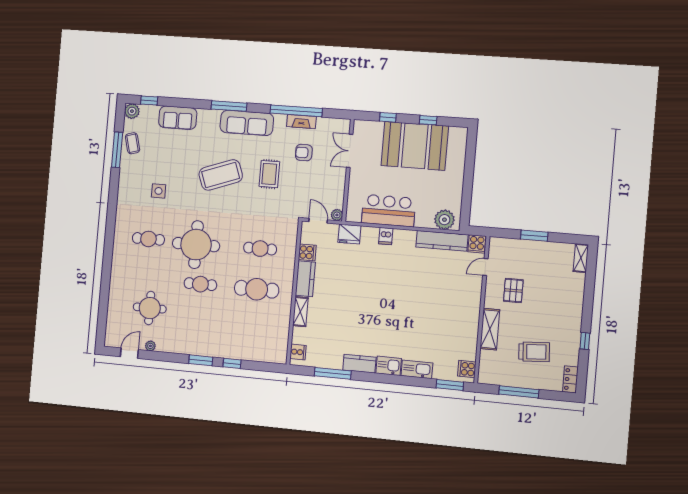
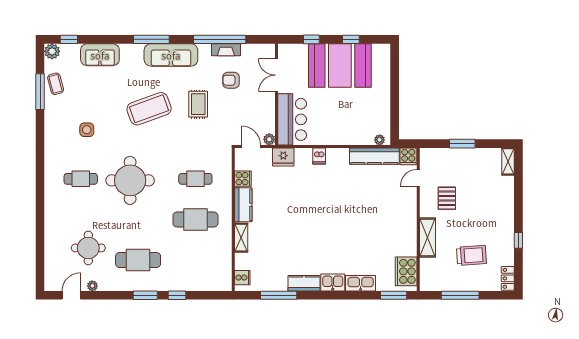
bar counter: (389, 211) -> (292, 119), moved, turned 90
plant: (444, 220) -> (380, 140), width x0.53, depth x0.53
cafe table: (200, 284) -> (138, 260), moved, width x1.37, depth x1.35
cooker: (467, 369) -> (406, 271), width x1.87, depth x1.31

